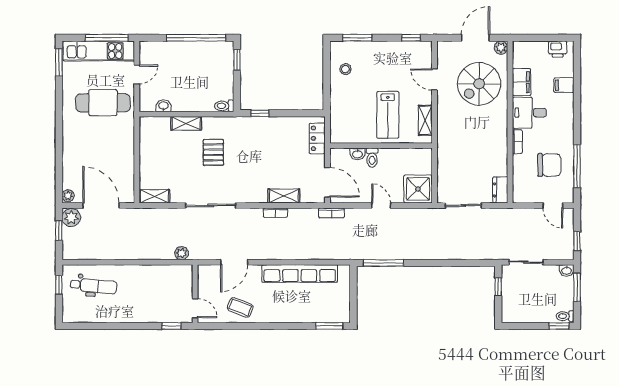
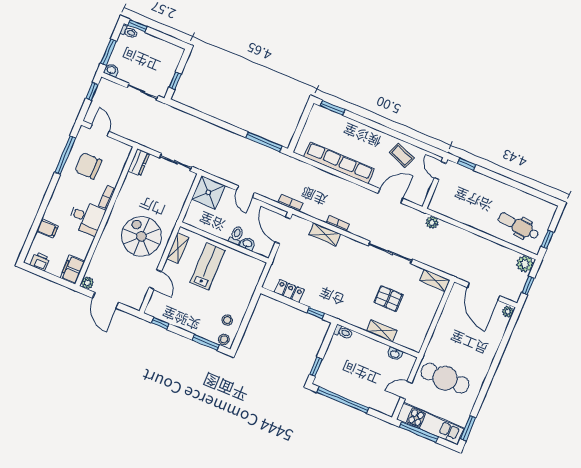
door: (475, 38) -> (106, 300), hinge flipped
stool: (341, 48) -> (224, 339), added
filing cabinet: (522, 82) -> (72, 270), moved
spiral stairs: (479, 84) -> (141, 236), moved, turned -90
locker: (317, 138) -> (289, 291), moved, turned -90
pallet: (213, 152) -> (388, 299), moved, turned 90
plant: (71, 218) -> (525, 264), moved

